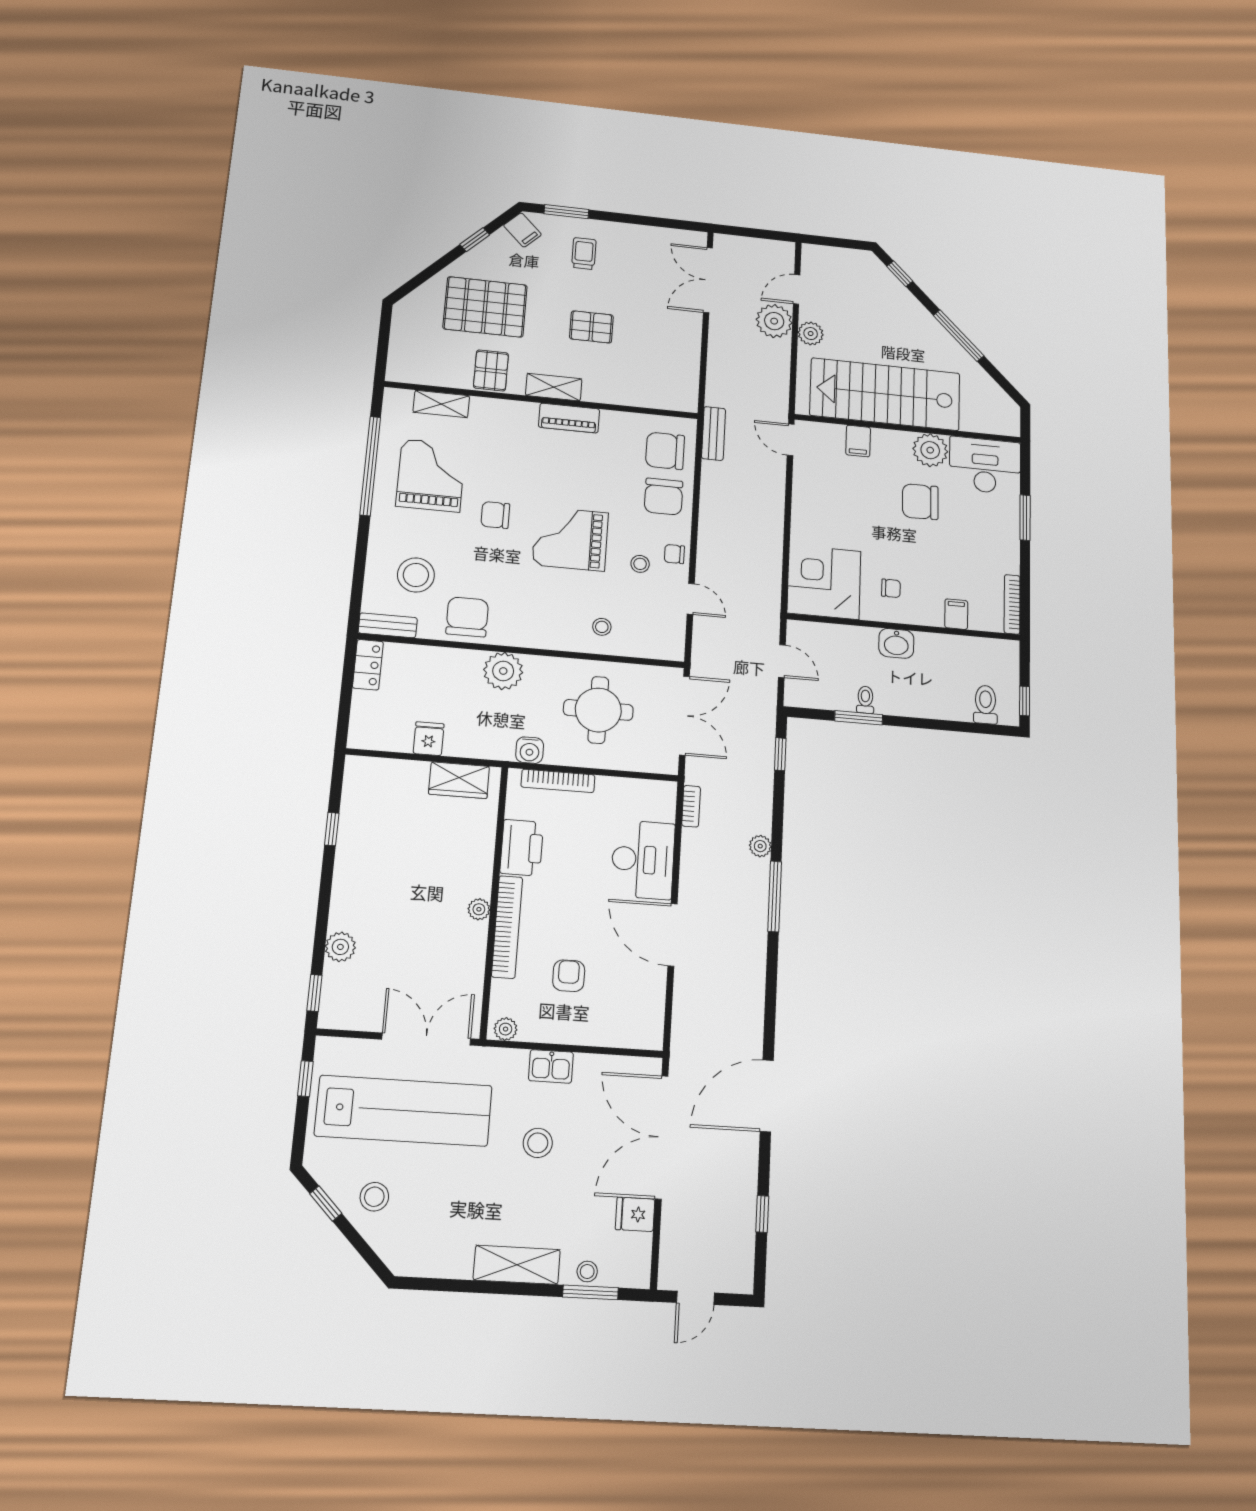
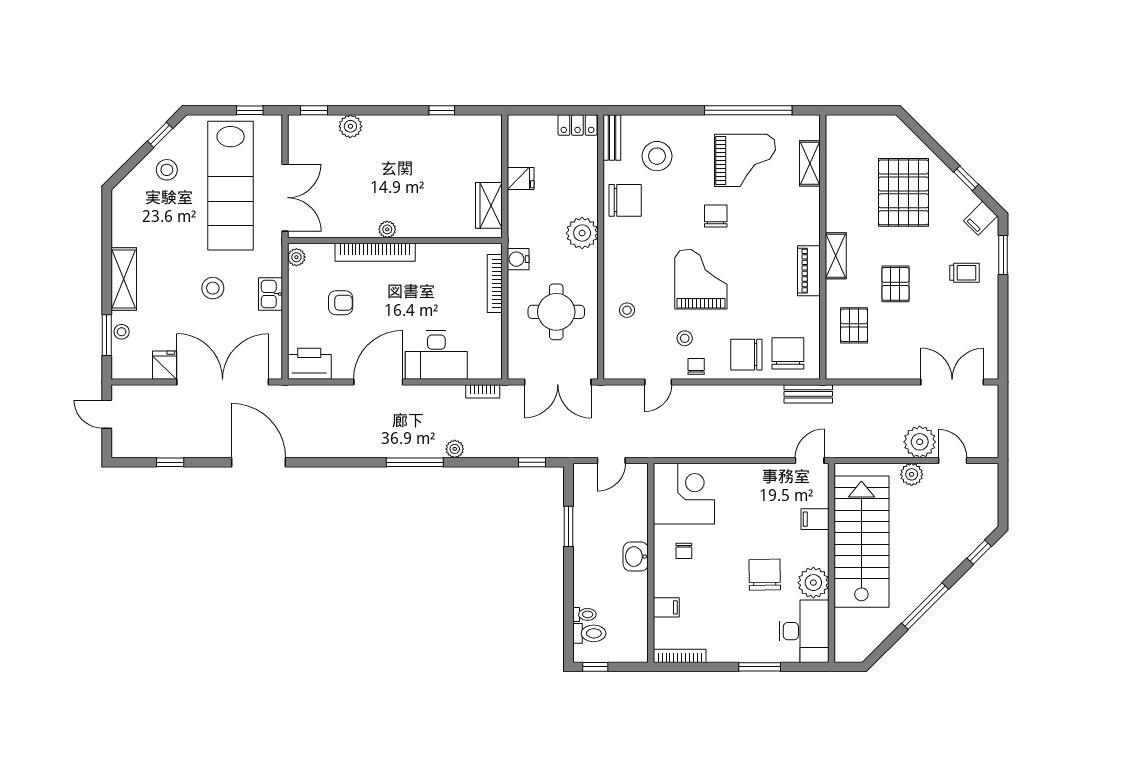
pallet: (491, 370) -> (854, 325), moved, turned 90
toilet: (865, 700) -> (584, 614), moved
printer: (522, 848) -> (309, 364), moved, turned 180

